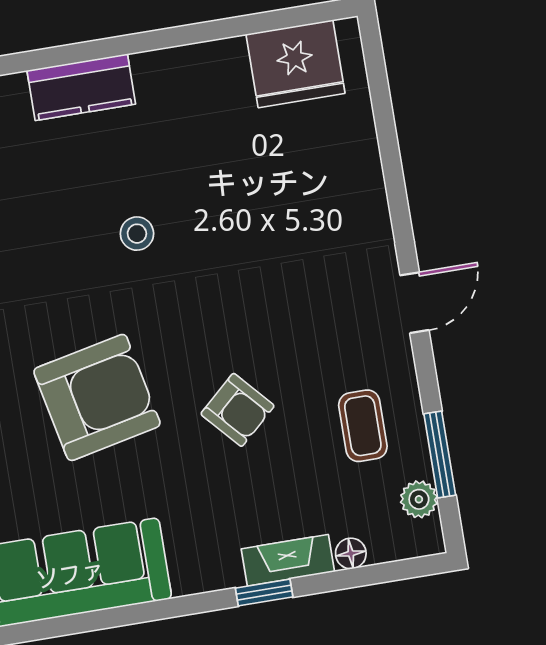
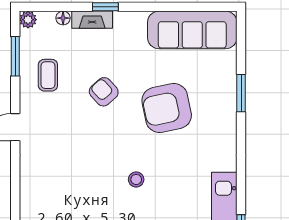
plant: (419, 499) -> (28, 20), moved

